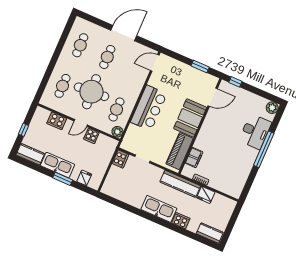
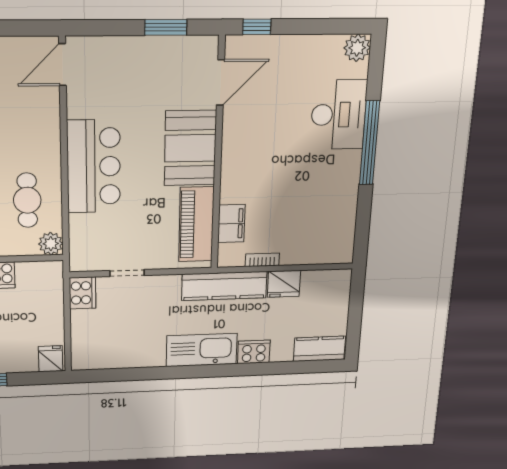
fridge: (84, 178) -> (50, 359), moved

